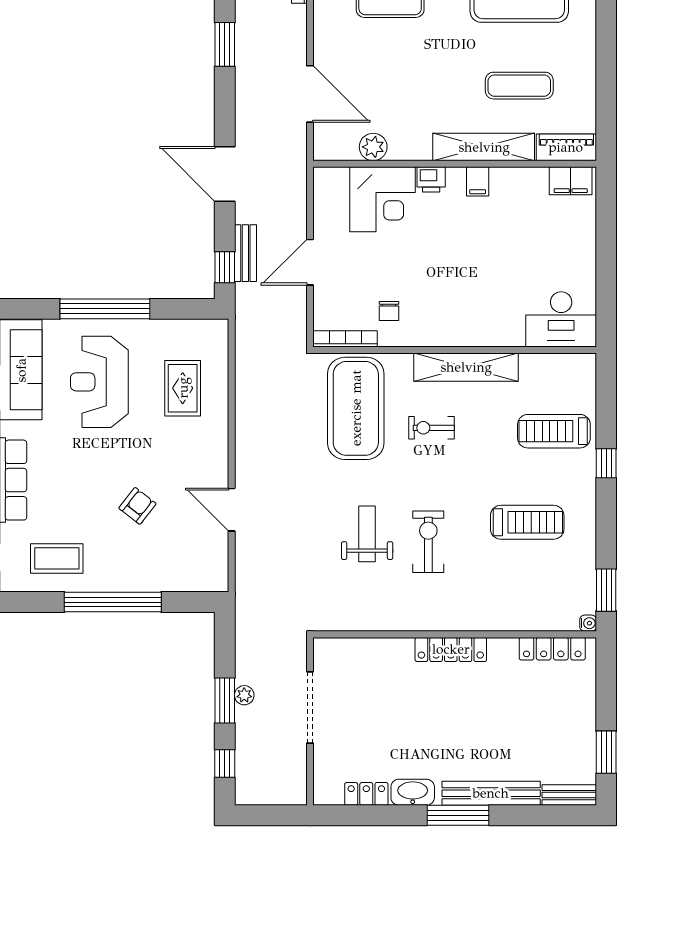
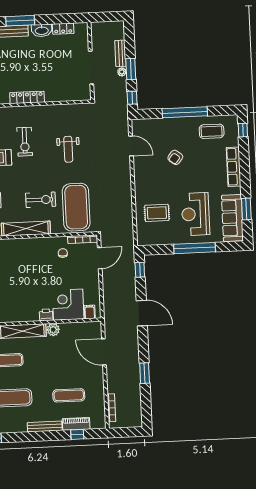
plant: (373, 147) -> (53, 330), moved
filing cabinet: (478, 181) -> (90, 312), moved
bench: (245, 253) -> (120, 53), moved
door: (310, 262) -> (100, 258), moved
reception desk: (99, 382) -> (196, 214), turned 180
rug: (183, 388) -> (157, 213), turned 90
exercise bike: (431, 428) -> (41, 200), width x1.38, depth x1.39
door: (232, 510) -> (131, 146), moved
exercise bike: (428, 542) -> (25, 142), moved
window: (225, 764) -> (132, 98), moved

